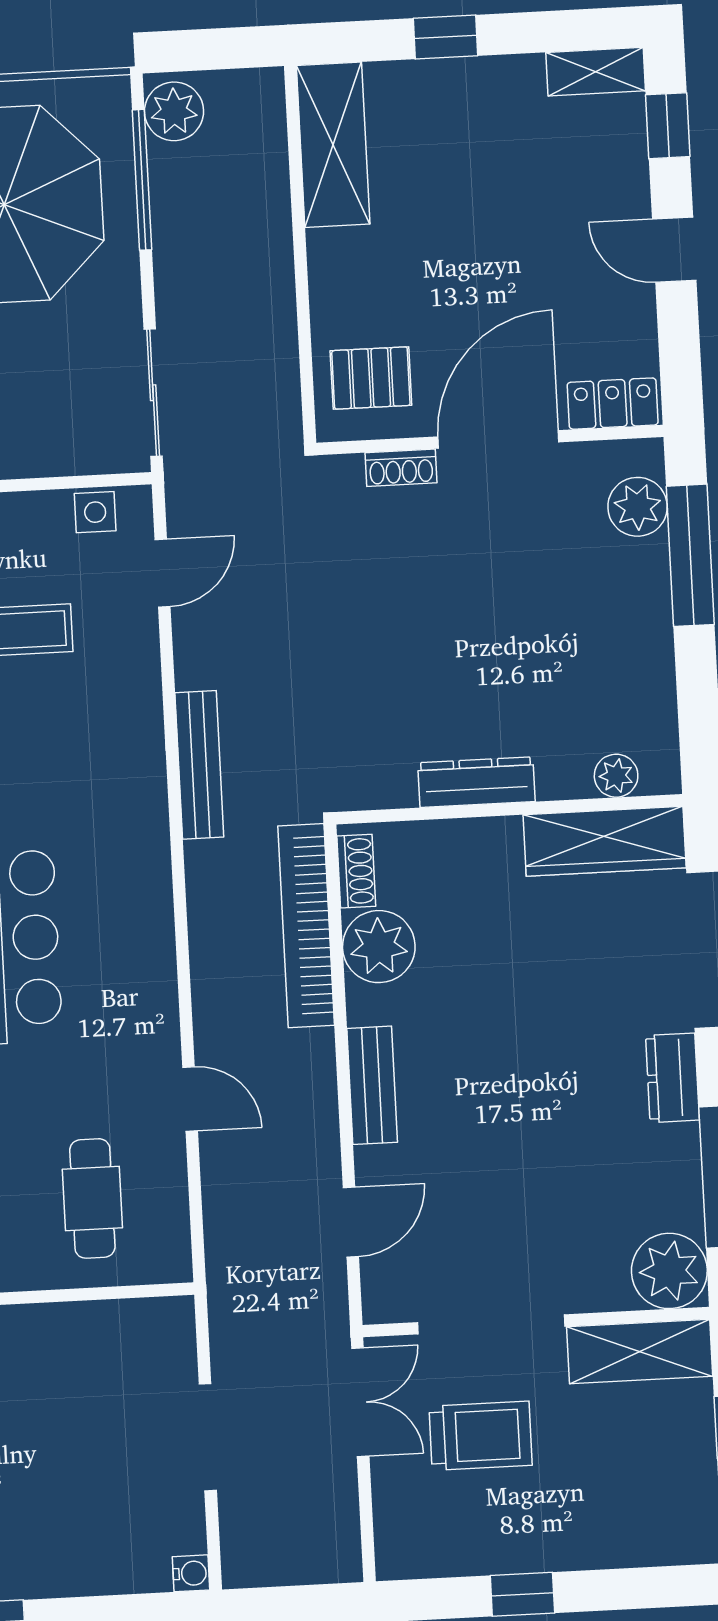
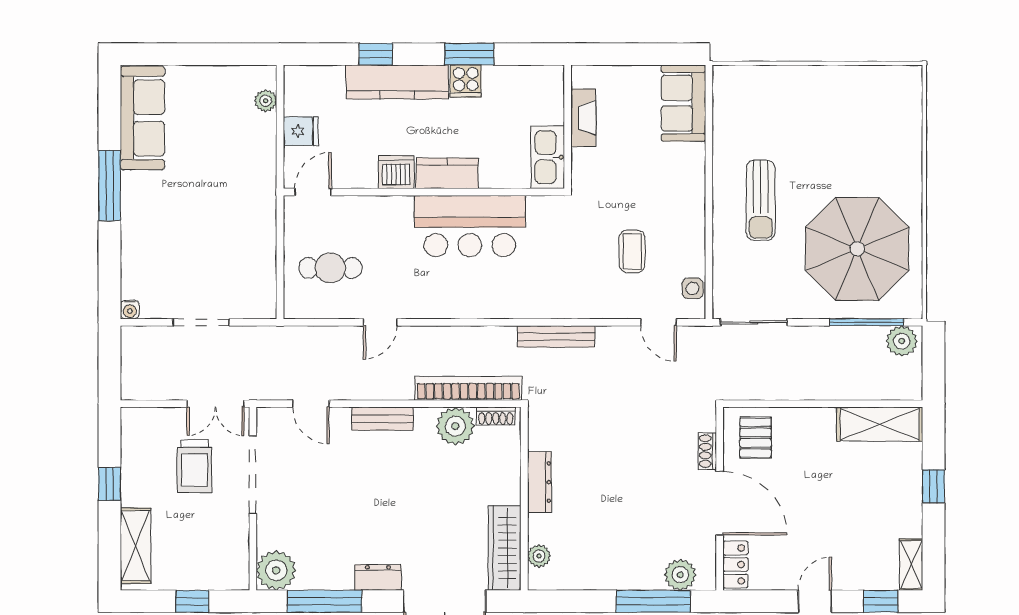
shelving: (640, 1351) -> (136, 546), moved

